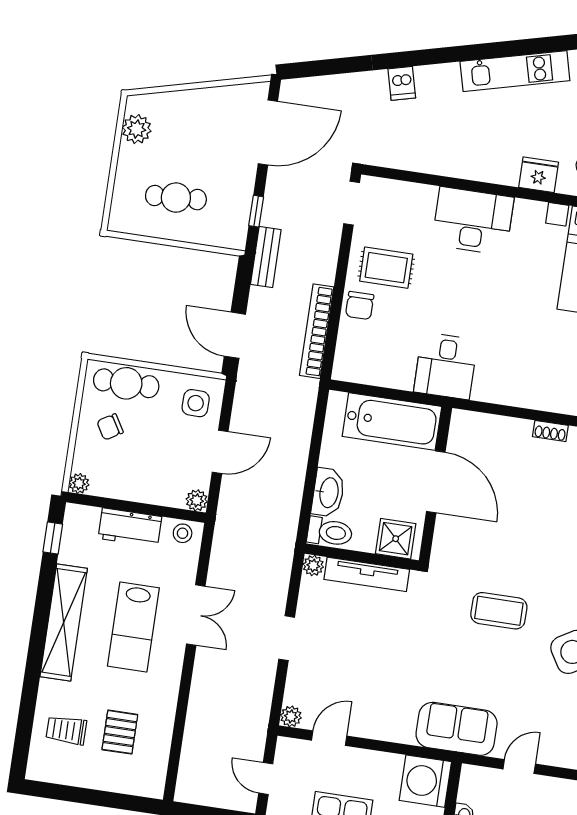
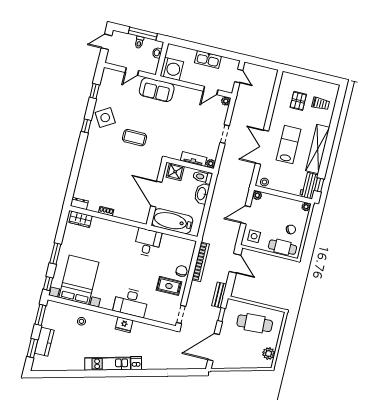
dishwasher: (402, 83) -> (136, 363), moved
fridge: (539, 175) -> (124, 325), moved
cafe table: (176, 198) -> (255, 323), width x1.37, depth x1.35
workbench: (130, 528) -> (309, 186), moved, turned -90
tv unit: (367, 574) -> (194, 159), width x0.71
double door: (196, 615) -> (262, 147), width x1.37

